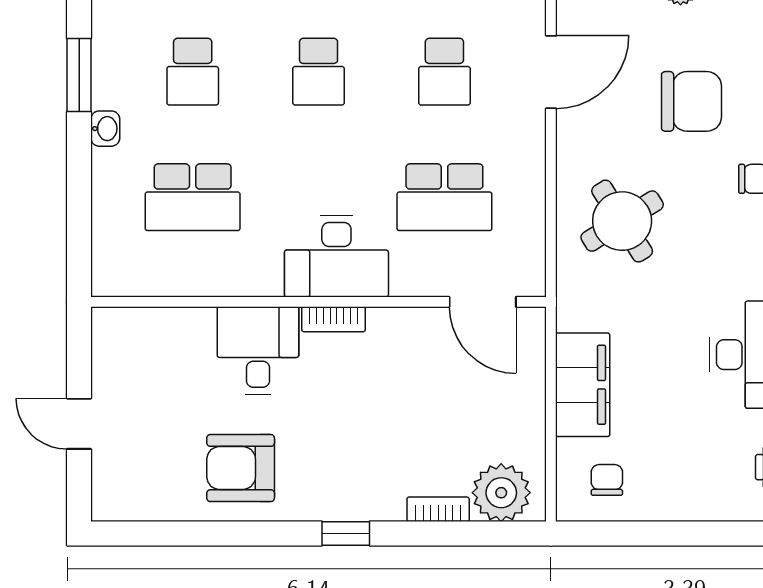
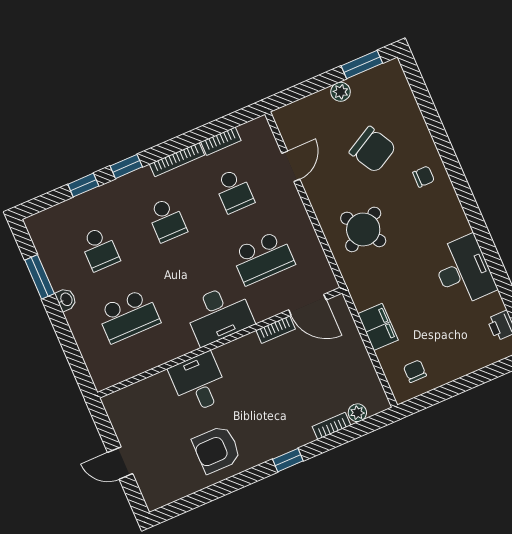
door: (551, 72) -> (291, 166), width x0.73
chair: (691, 101) -> (373, 150), turned 61
bookcase: (334, 319) -> (276, 330), moved
filing cabinet: (583, 385) -> (378, 327), width x0.67, depth x0.86
plant: (501, 493) -> (357, 413), width x0.53, depth x0.53

